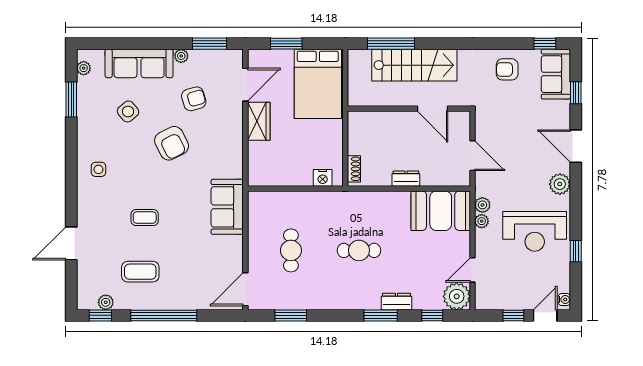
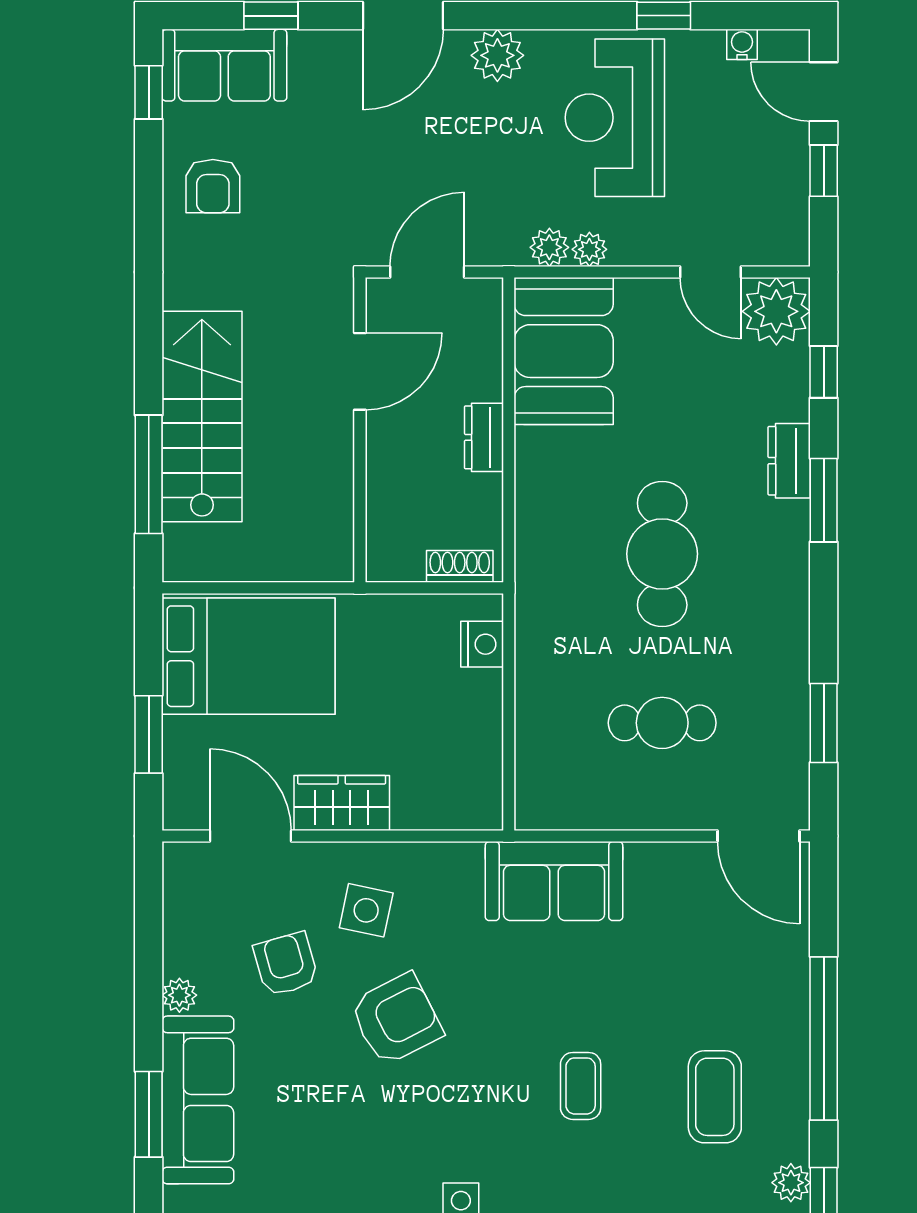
window: (210, 44) -> (149, 1114), moved
wall: (409, 109) -> (360, 430), moved
door: (433, 109) -> (360, 371), moved
side table: (128, 111) -> (366, 910), moved, turned -38
reception desk: (535, 231) -> (615, 118), turned 180
cafe table: (359, 250) -> (662, 554), width x1.37, depth x1.35
water cooler: (564, 300) -> (742, 44), moved

